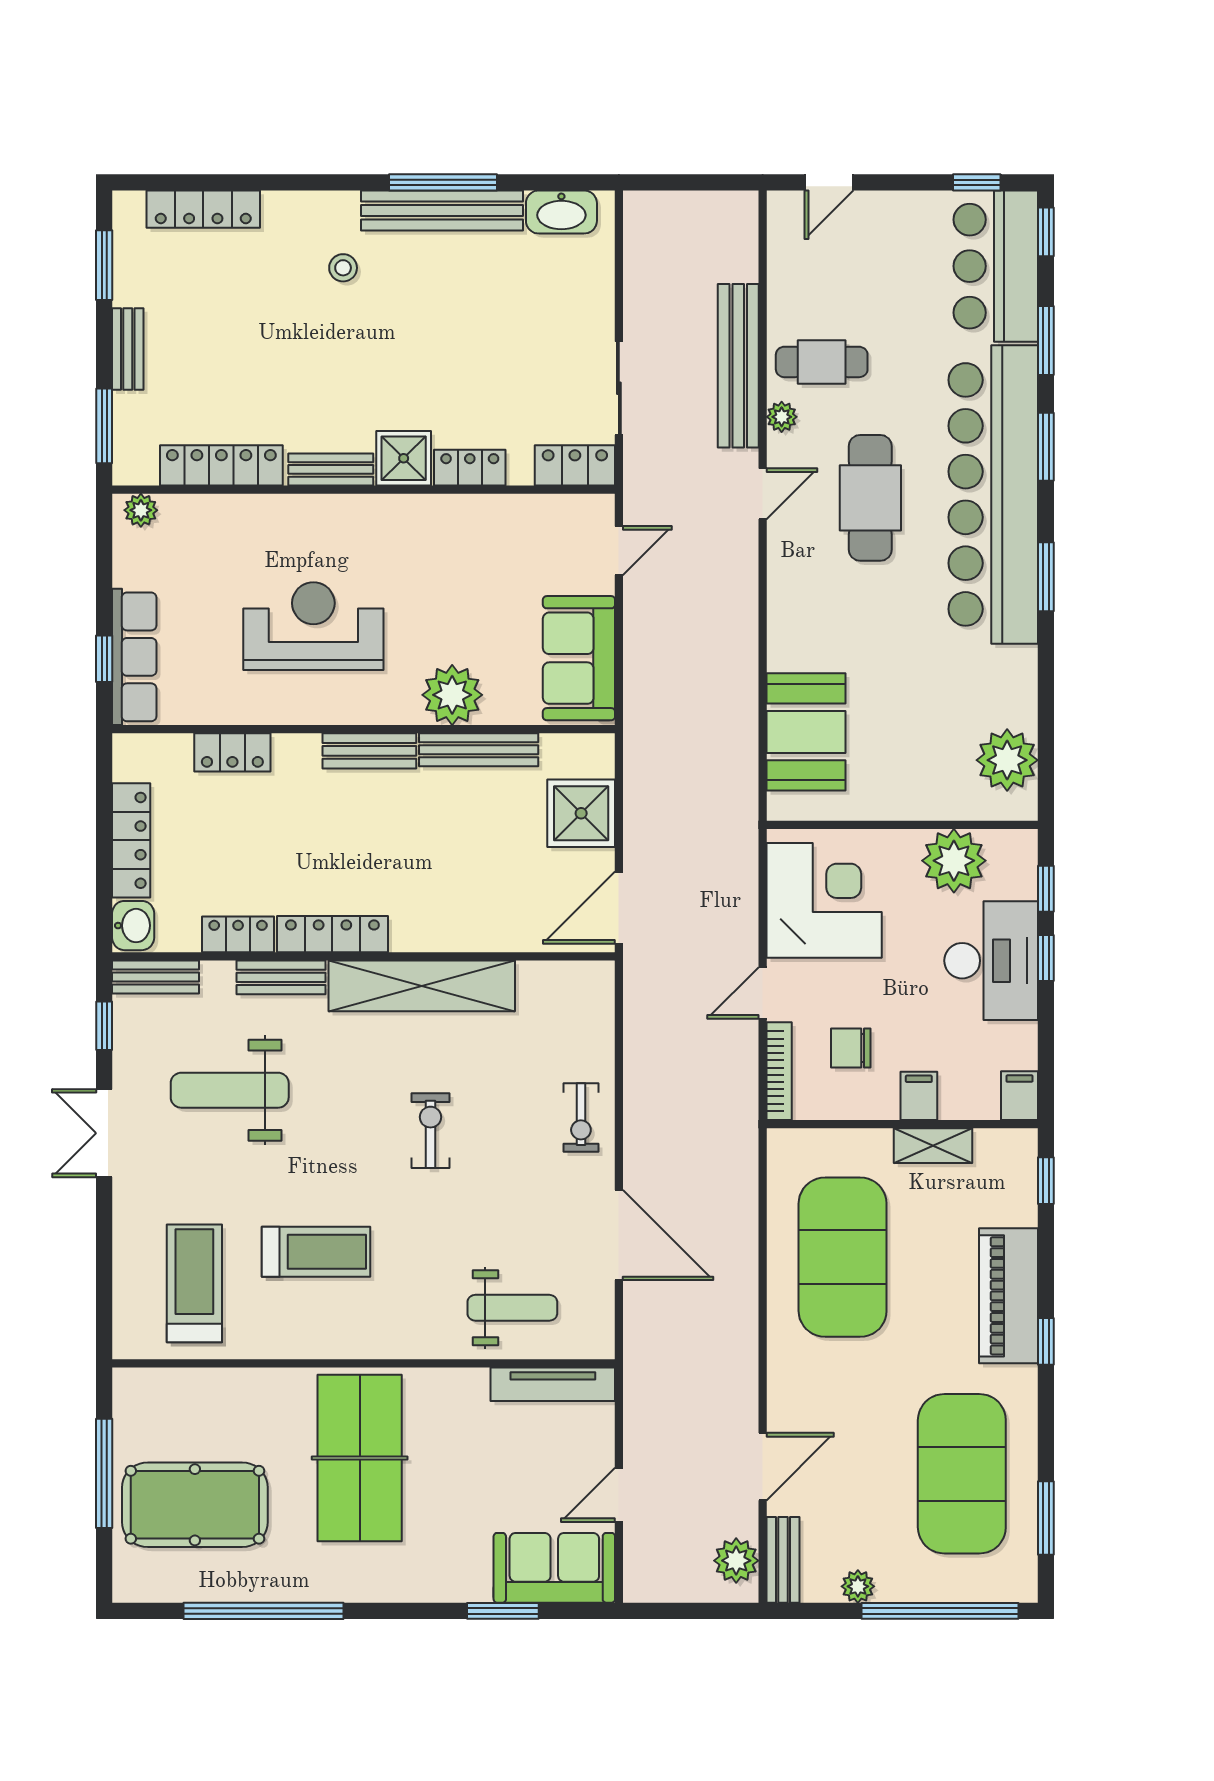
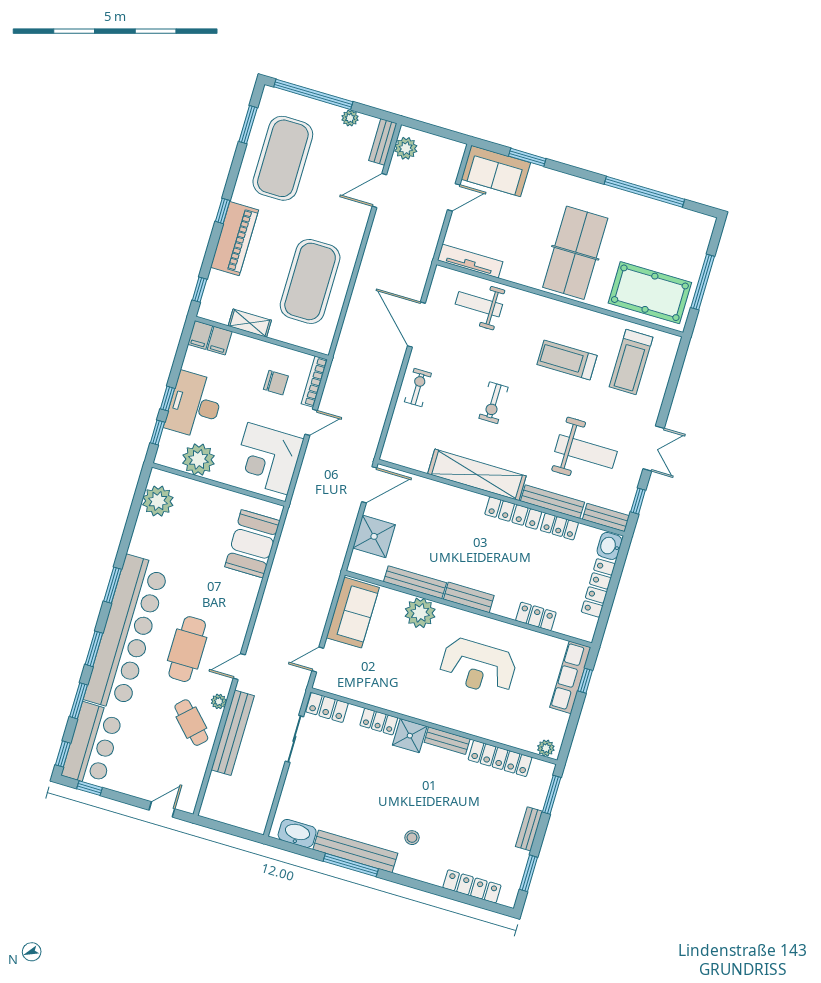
cafe table: (822, 362) -> (191, 723), turned 46
bench: (281, 977) -> (553, 502), width x1.36
filing cabinet: (919, 1096) -> (220, 341), moved
pool table: (195, 1505) -> (650, 293), moved

